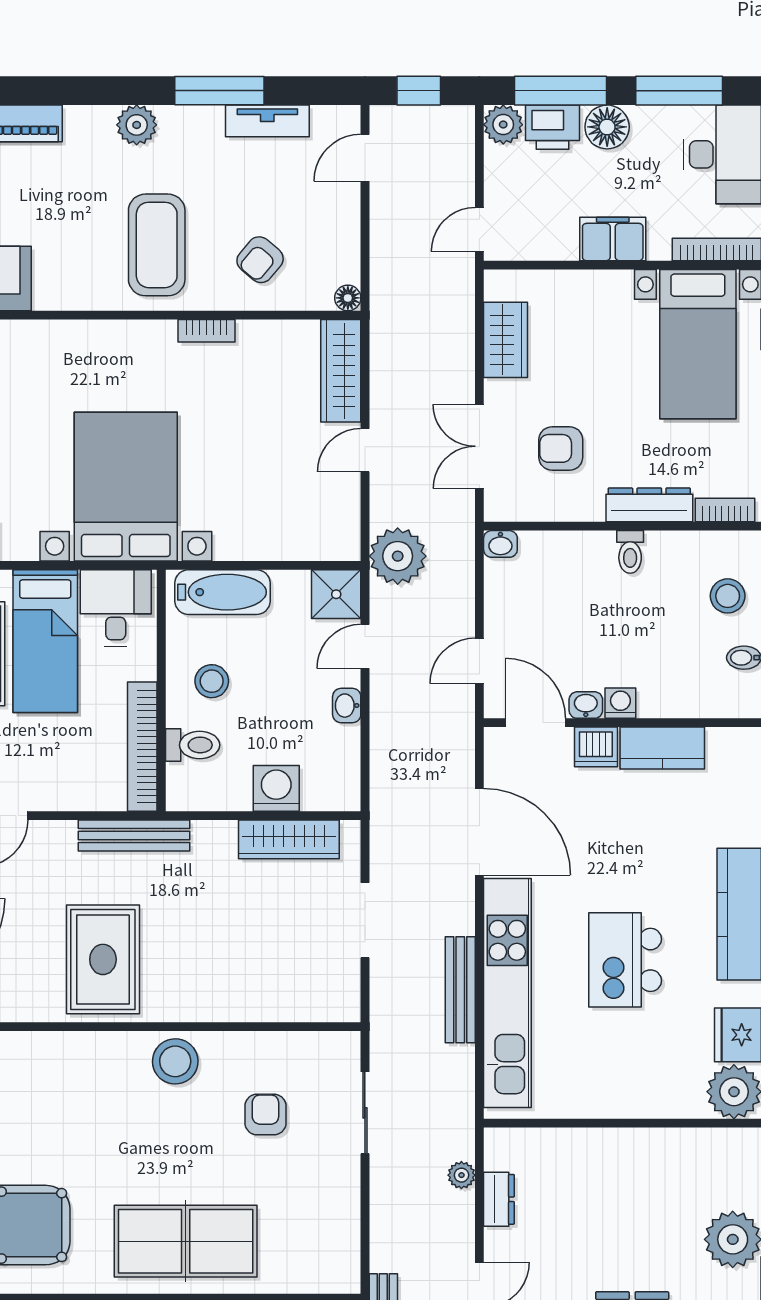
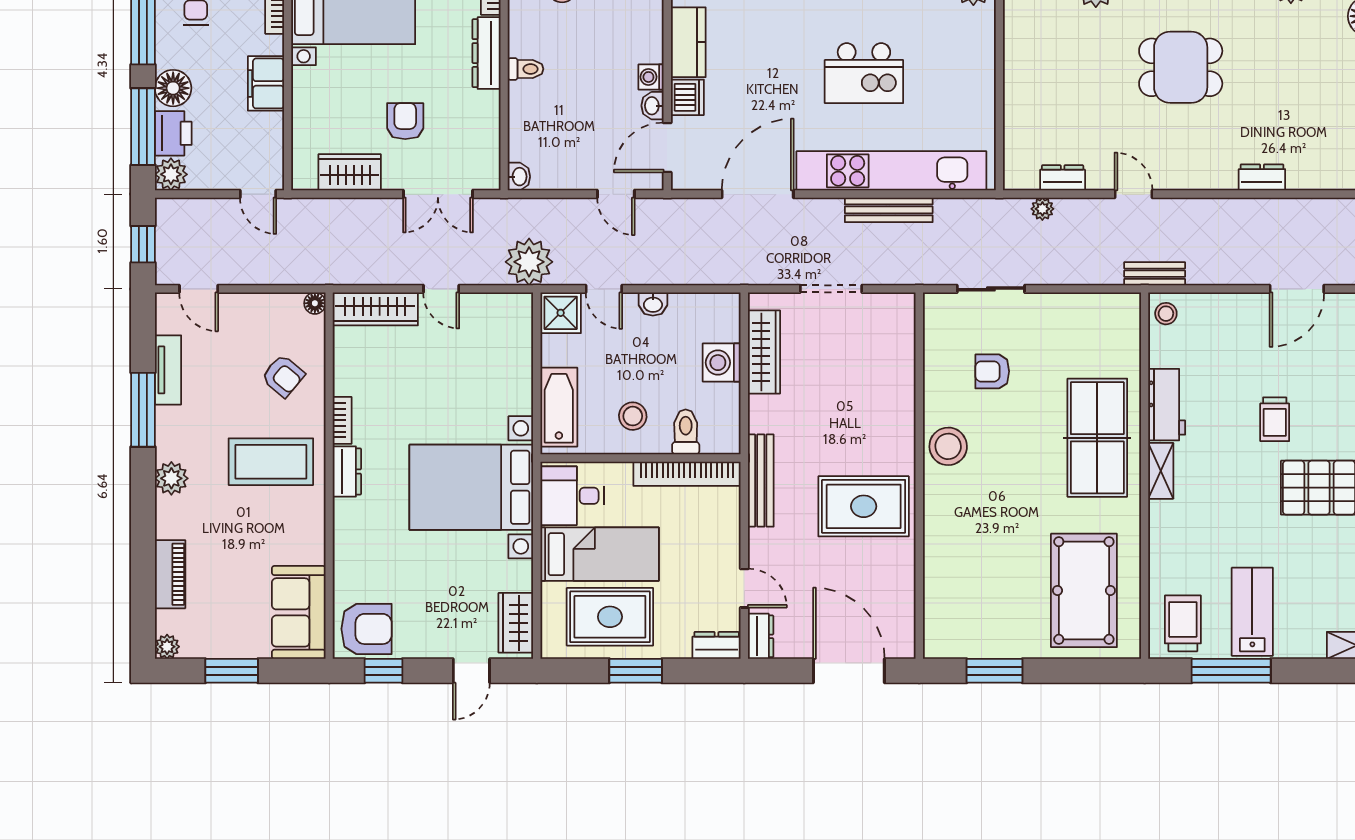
dresser: (145, 337) -> (347, 471), added
armchair: (561, 448) -> (405, 121), moved, turned 180

